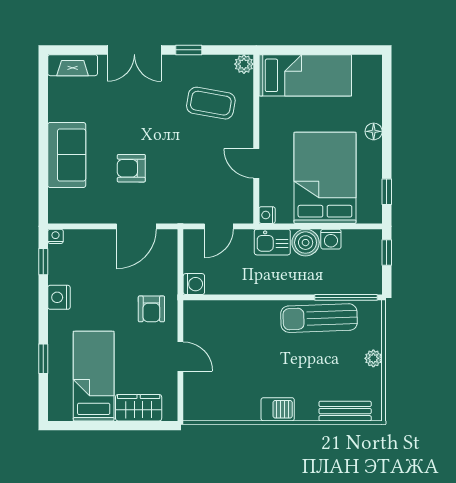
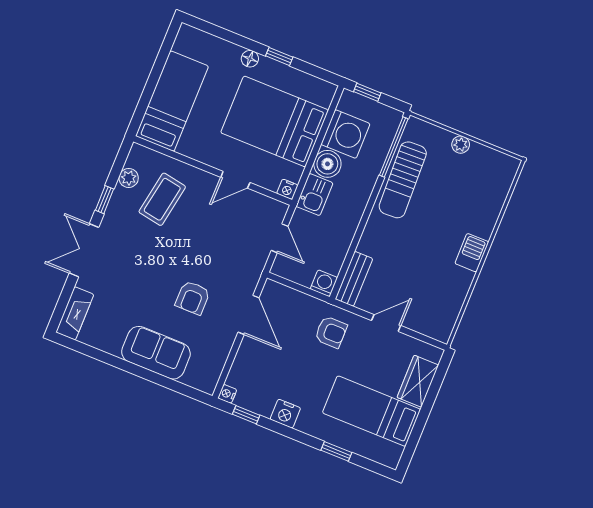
double door: (134, 50) -> (84, 250), swing flipped
plant: (244, 64) -> (129, 178), moved
window: (387, 192) -> (279, 57), moved
washing machine: (331, 239) -> (345, 134), width x1.89, depth x1.89
bench: (345, 411) -> (354, 279), moved

